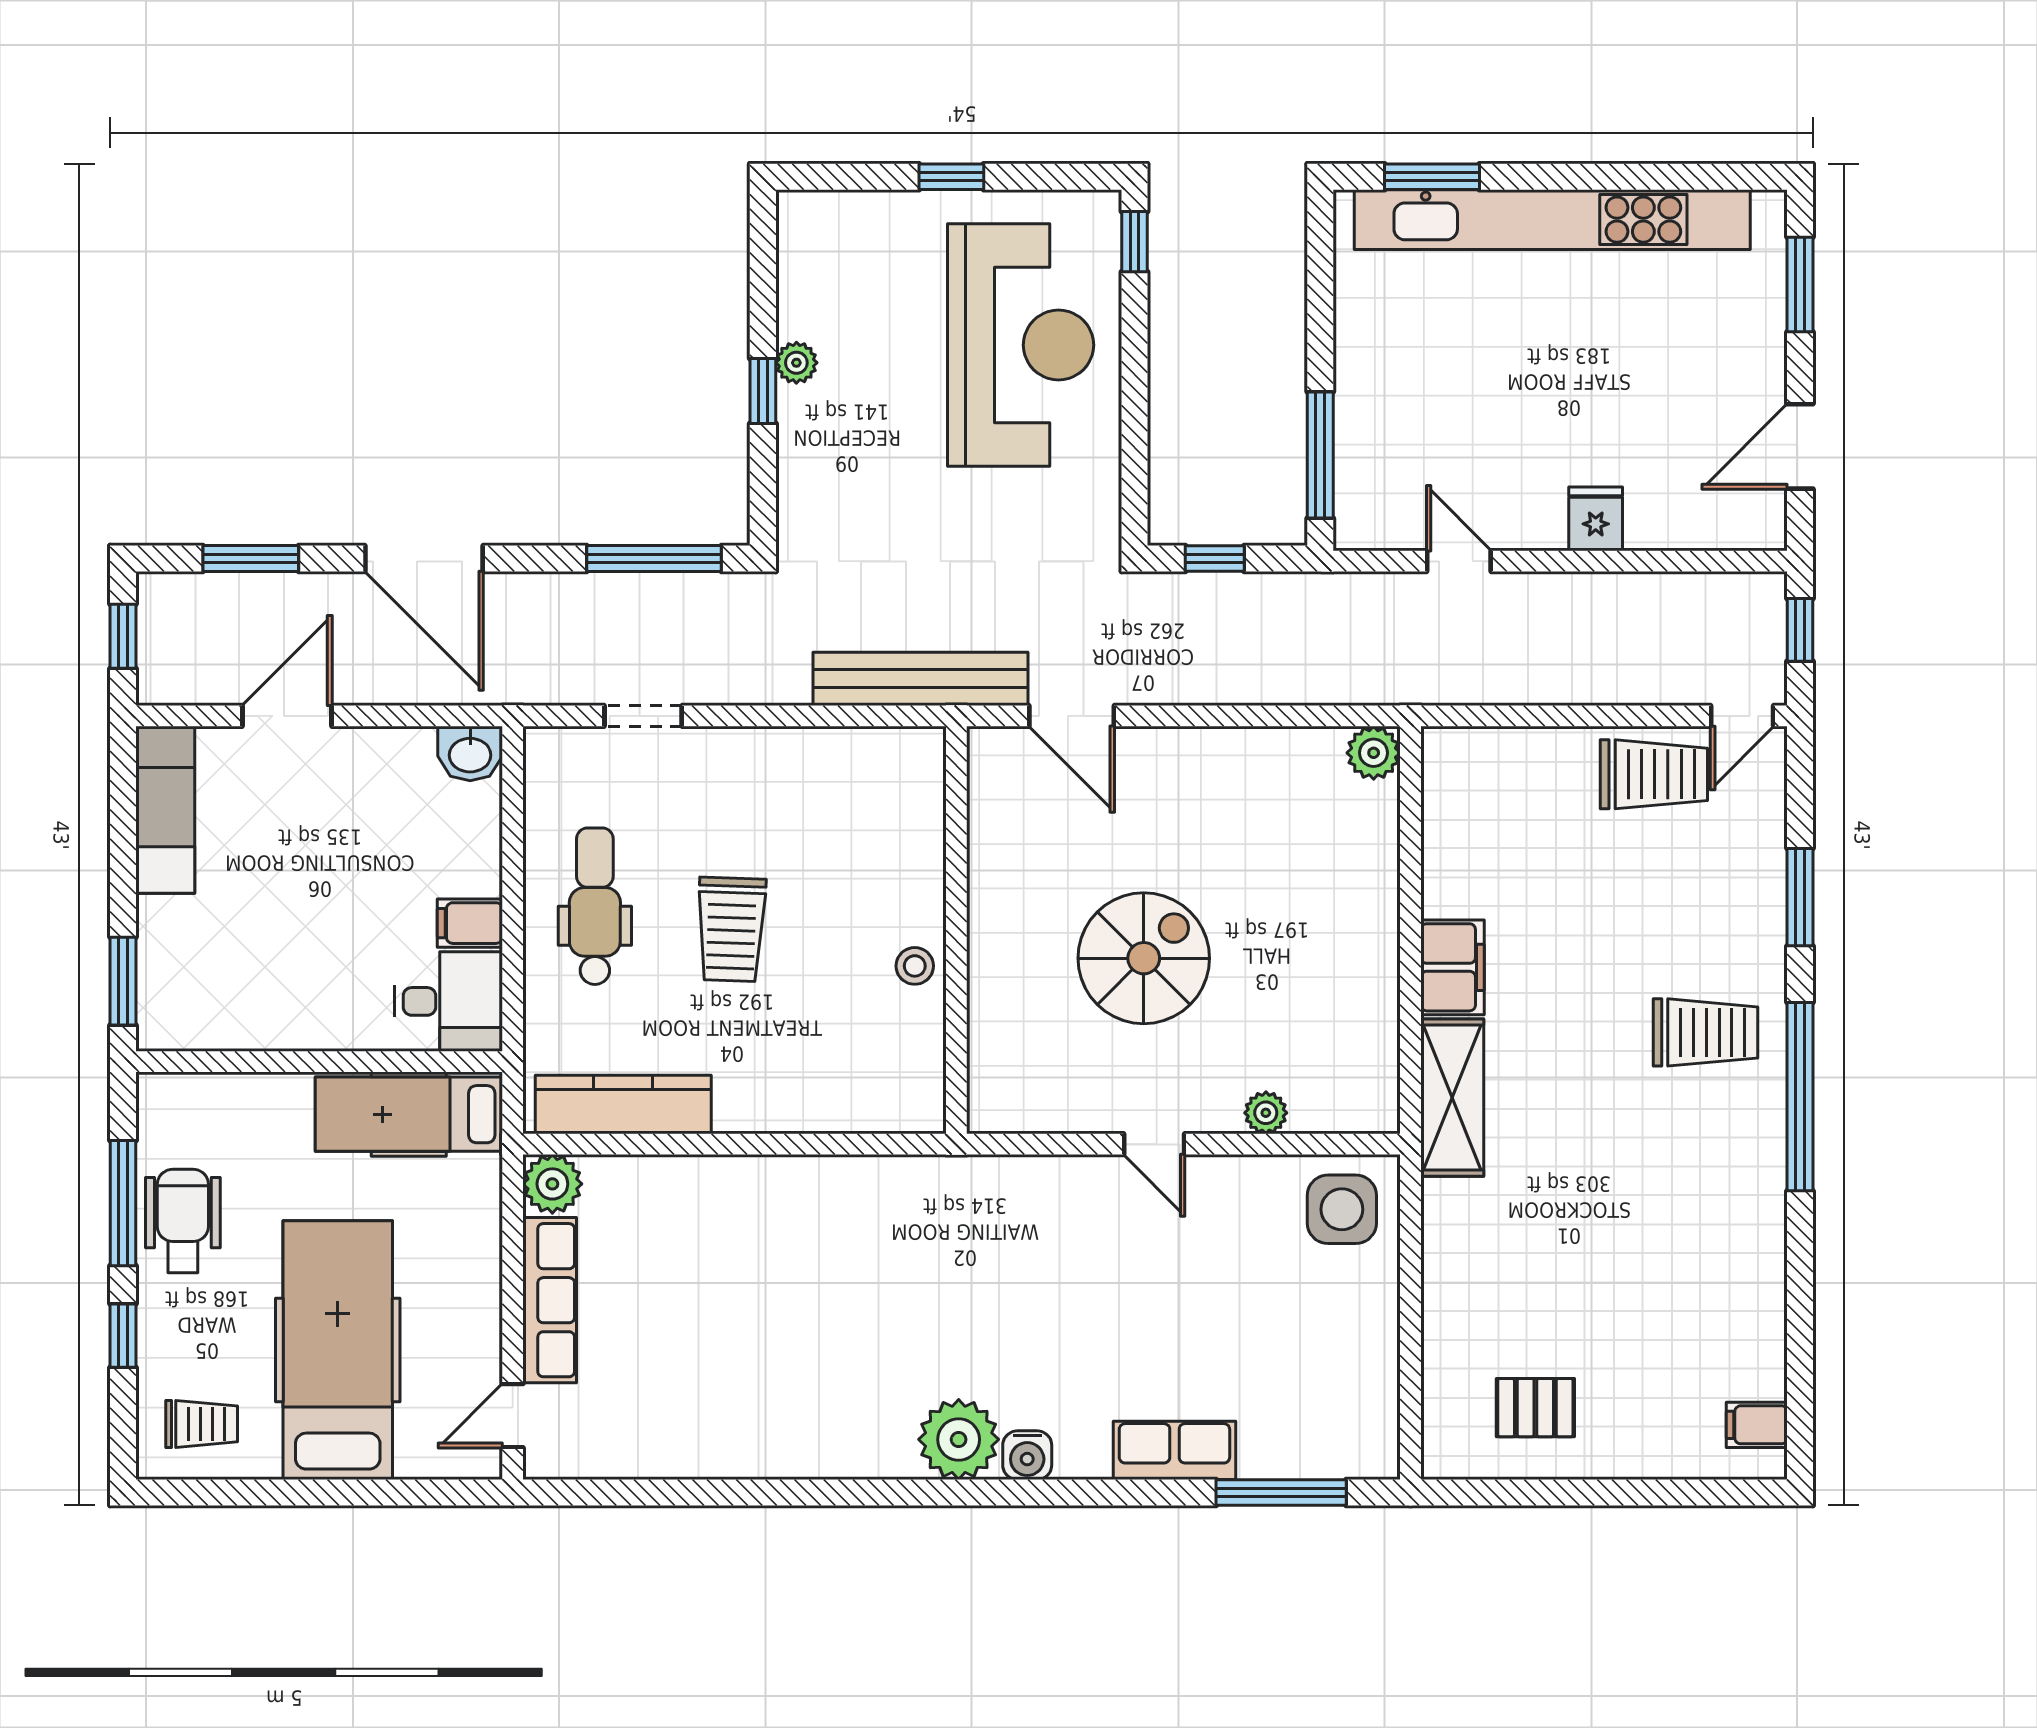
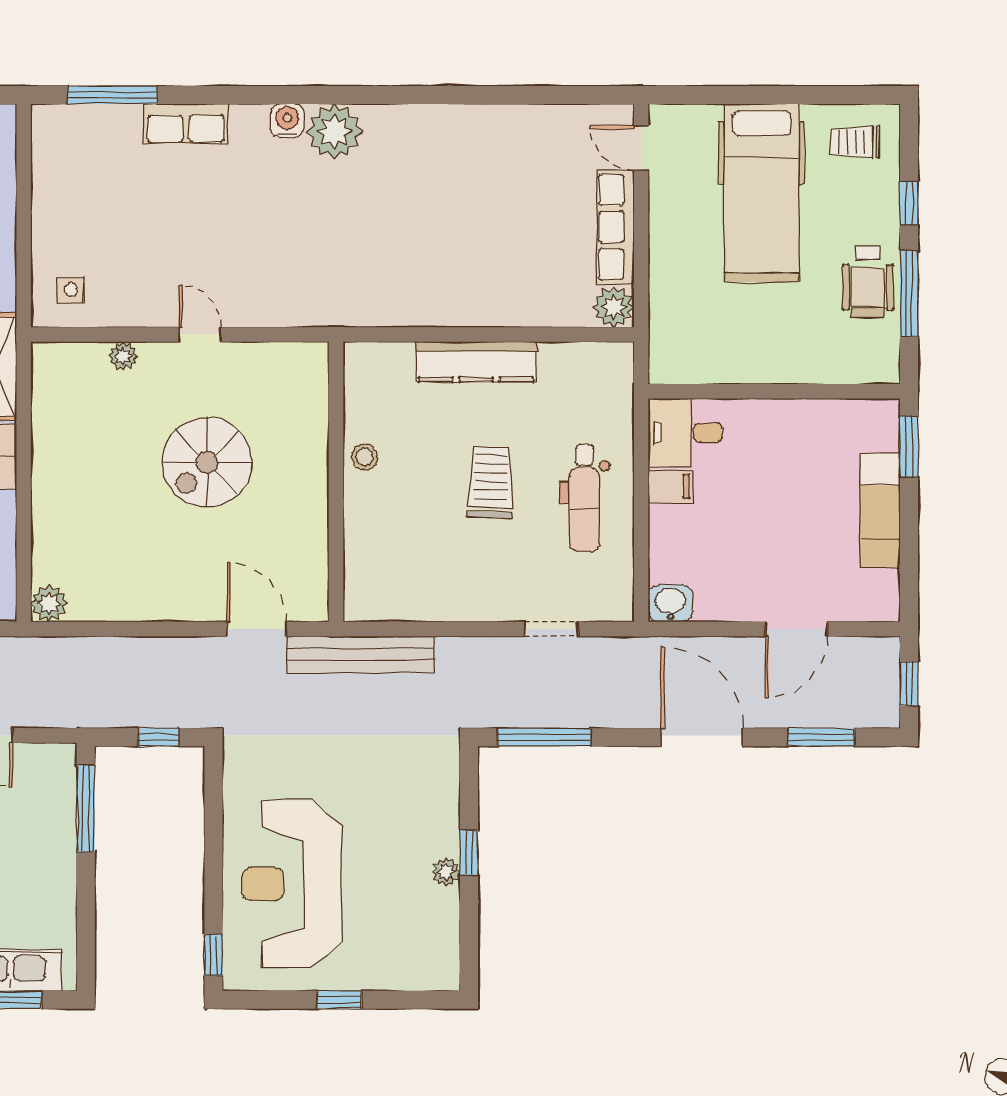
exam couch: (165, 810) -> (880, 511), moved
kitchen counter: (623, 1105) -> (476, 362), moved
hospital bed: (409, 1114) -> (713, 355), removed
side table: (1342, 1209) -> (71, 290), width x0.54, depth x0.54
door: (513, 1416) -> (641, 148), swing flipped

